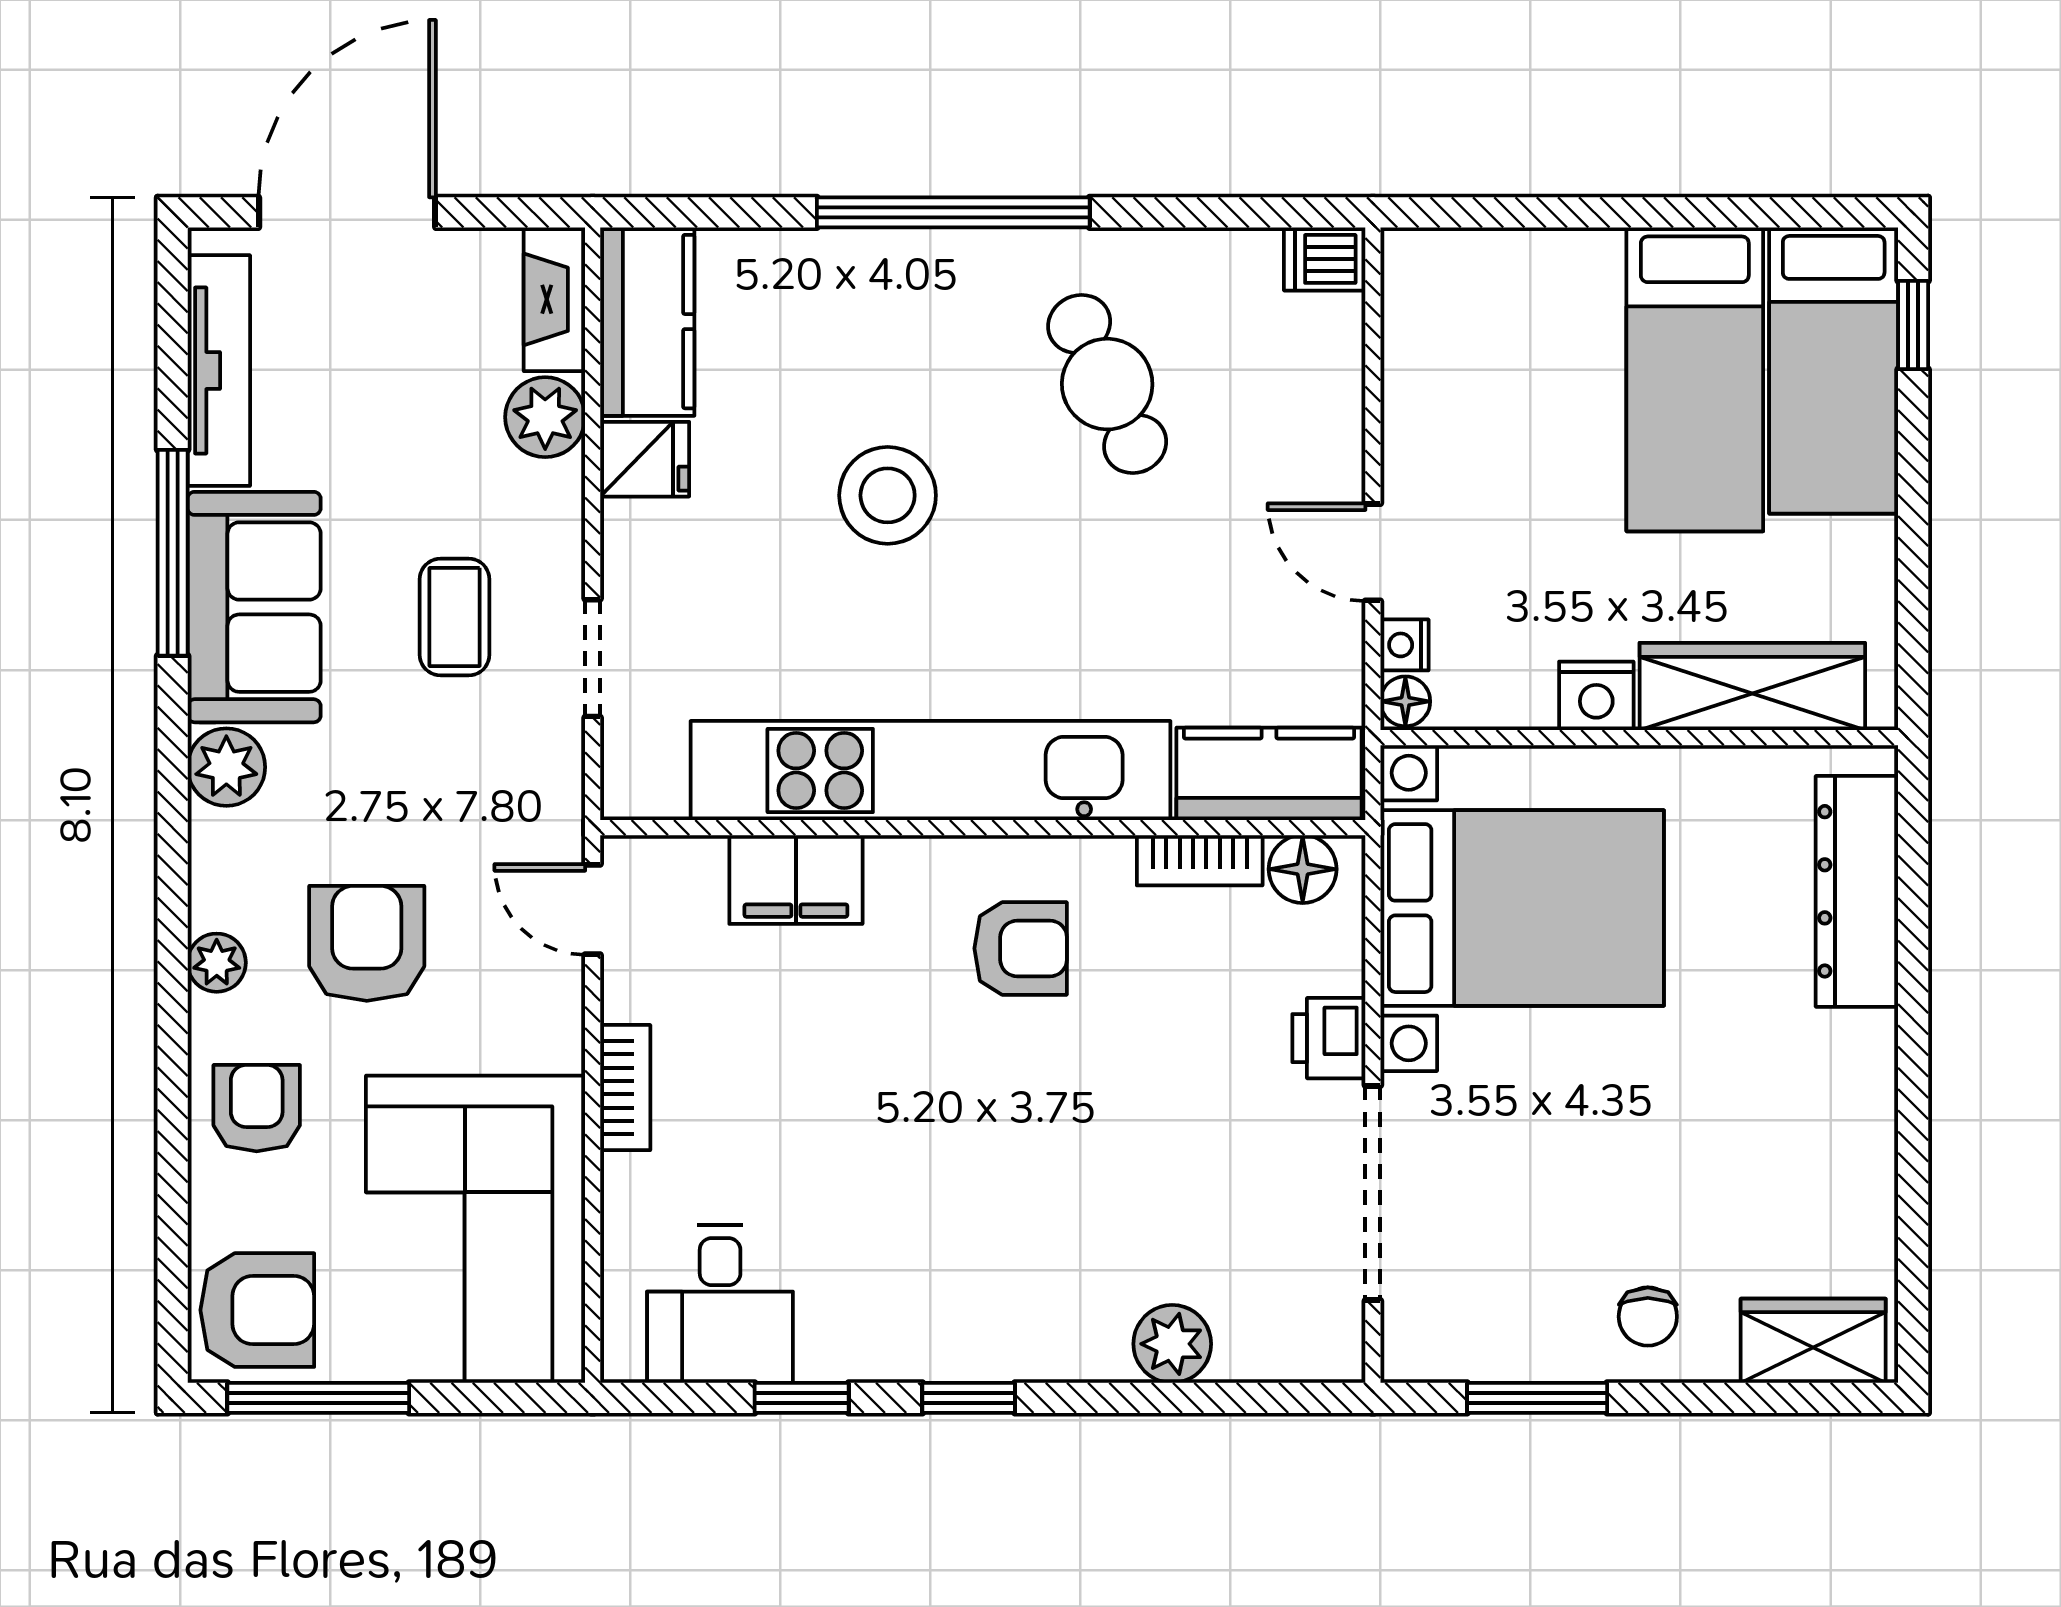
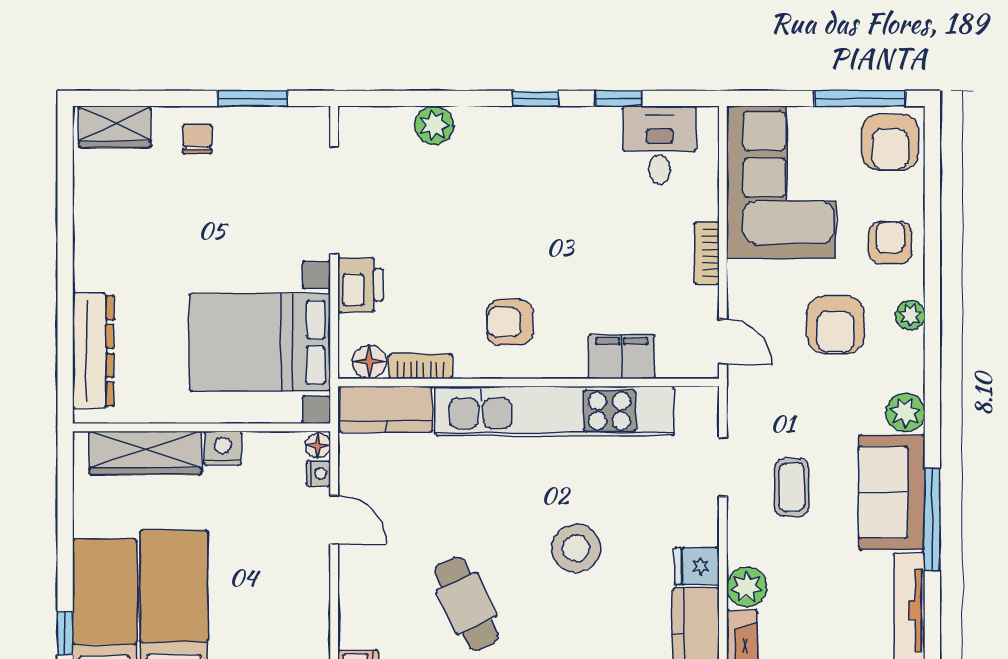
printer: (1329, 1038) -> (361, 285), width x1.36, depth x1.24
armchair: (257, 1108) -> (890, 243), turned 180
armchair: (257, 1310) -> (890, 142), turned -90

